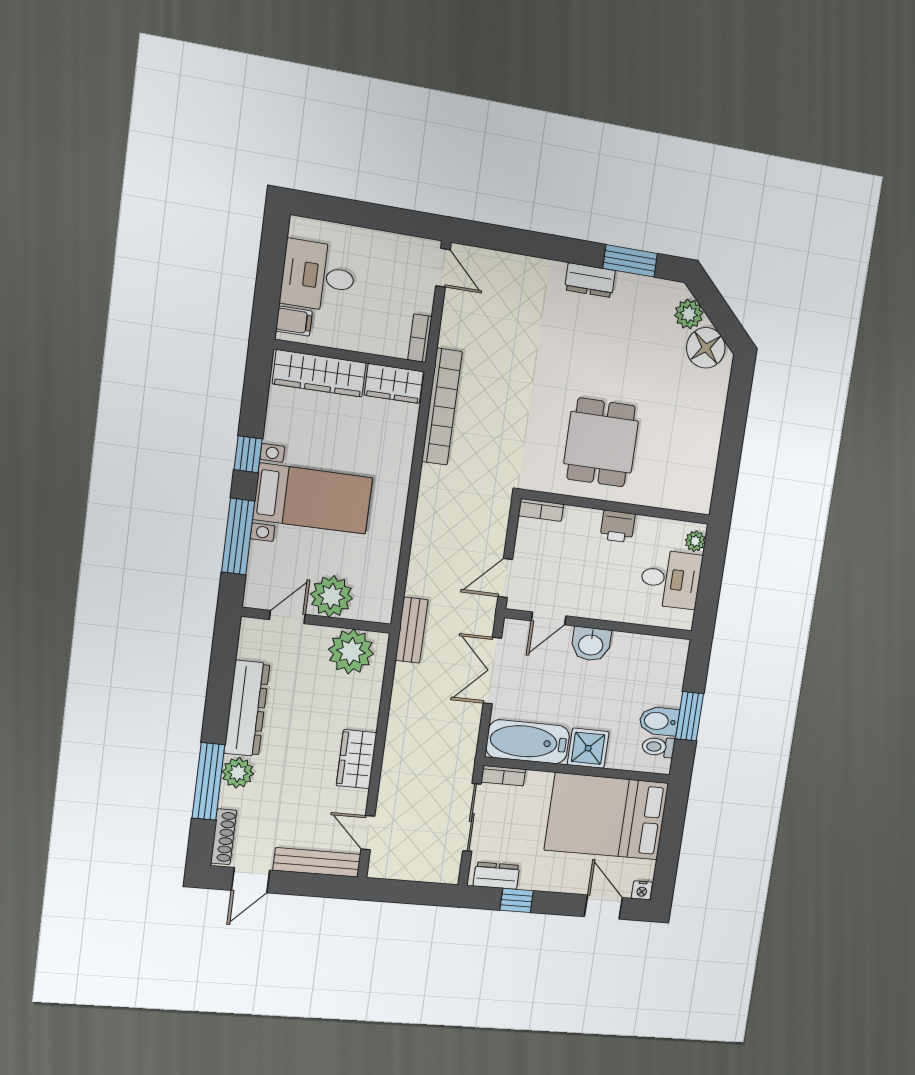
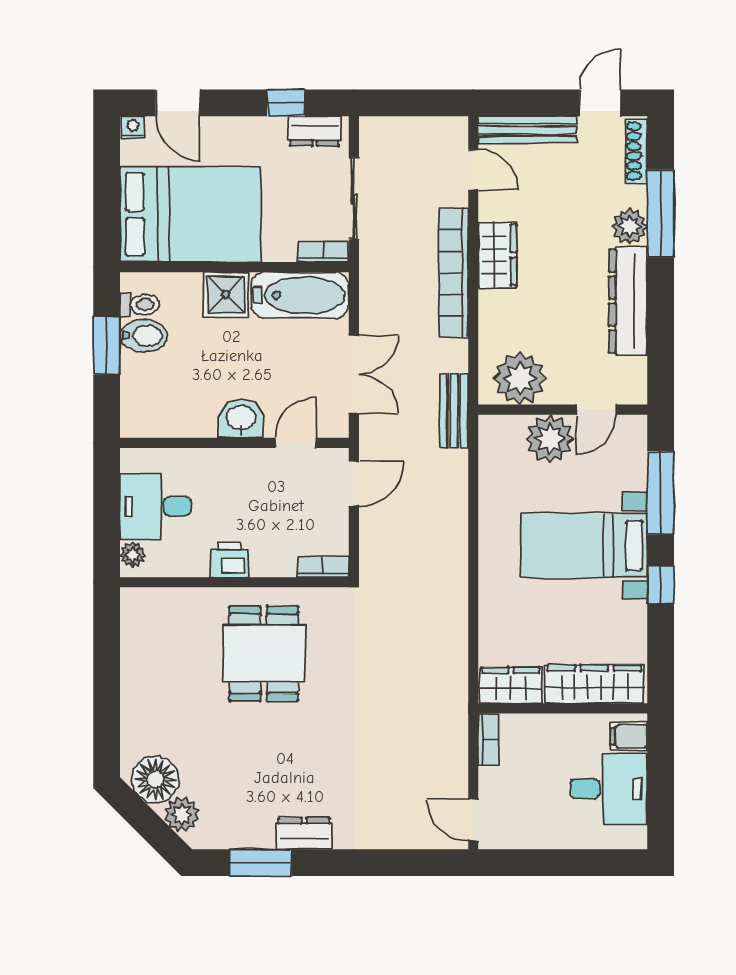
bookcase: (442, 407) -> (454, 273), moved

